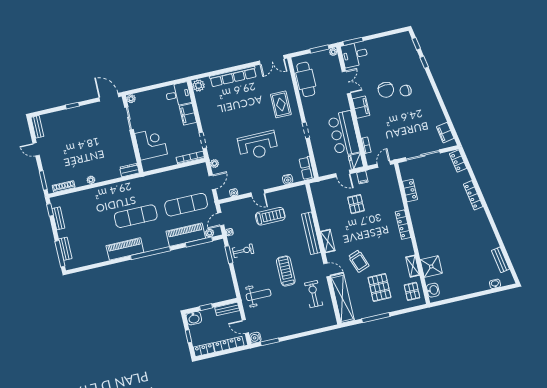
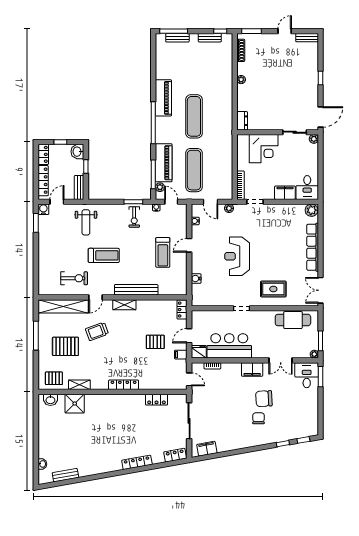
row of seats: (307, 168) -> (203, 300), removed
locker: (320, 186) -> (182, 310), added

